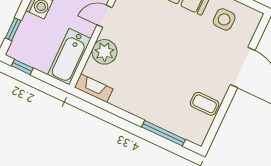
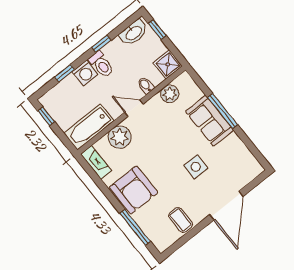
side table: (224, 19) -> (196, 167), moved
window: (13, 29) -> (65, 73), moved
armchair: (144, 97) -> (134, 190), added

